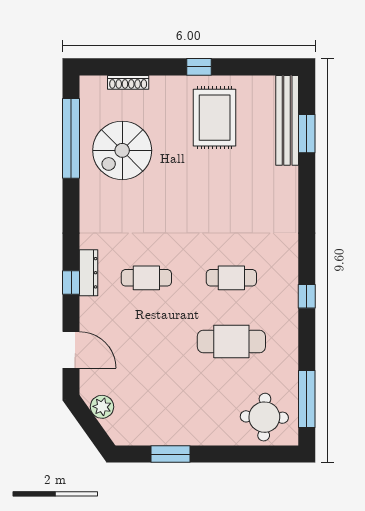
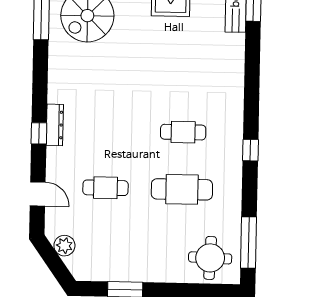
cafe table: (146, 278) -> (106, 188), moved
door: (71, 350) -> (38, 194), width x0.73

